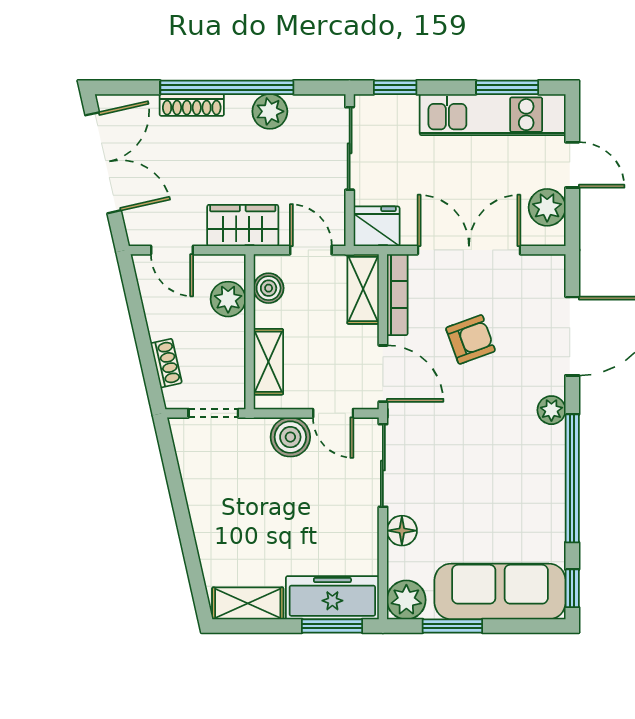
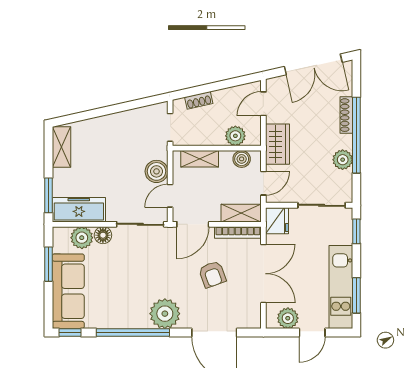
plant: (551, 410) -> (165, 314), width x1.88, depth x1.88
freezer: (332, 598) -> (79, 210), moved, turned -90
plant: (406, 600) -> (82, 238), moved

